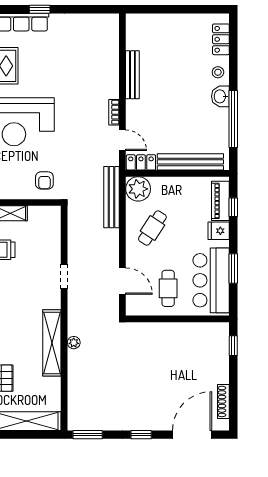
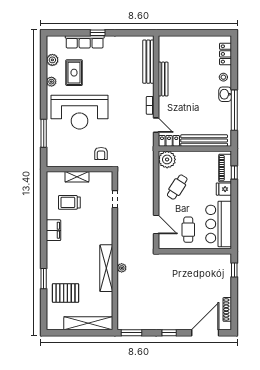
bench: (112, 197) -> (148, 62), moved
window: (233, 269) -> (234, 216), removed
doorway: (64, 276) -> (115, 199), moved

